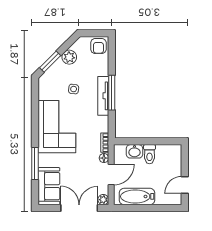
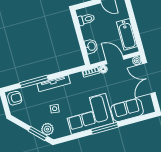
plant: (69, 57) -> (47, 129), moved
window: (112, 93) -> (34, 82), moved
toilet: (150, 154) -> (86, 19), moved
window: (35, 164) -> (105, 128), moved
sofa: (49, 186) -> (127, 110), moved

